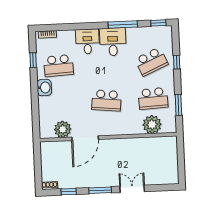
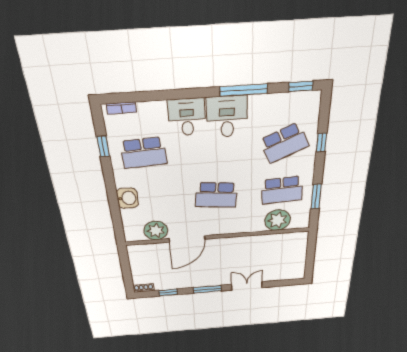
washbasin: (44, 88) -> (127, 198), moved

